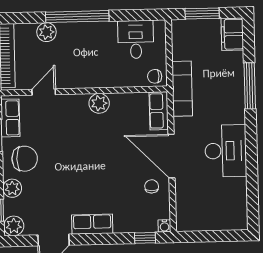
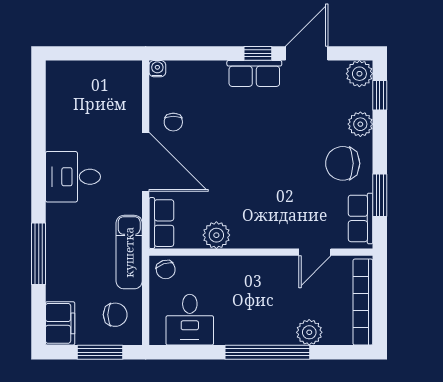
chair: (191, 42) -> (115, 315), added
chair: (155, 76) -> (166, 269), turned 71
plant: (99, 103) -> (216, 235), moved
desk: (226, 151) -> (73, 177), width x0.73
window: (145, 238) -> (258, 53), moved

